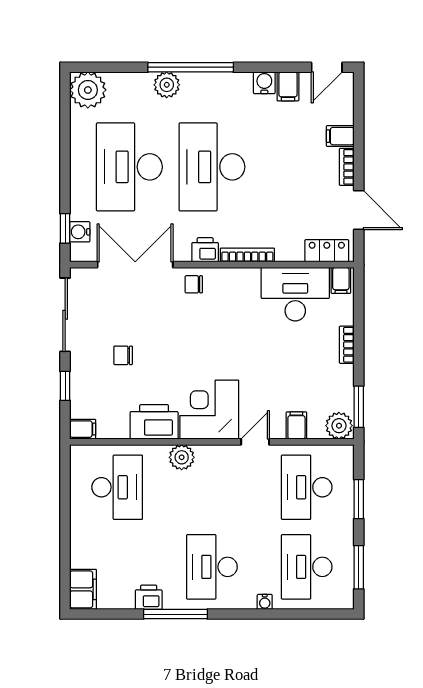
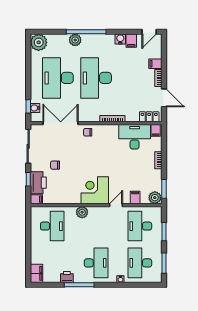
printer: (205, 250) -> (93, 116), removed
printer: (154, 422) -> (38, 183), moved, turned 90
desk: (212, 567) -> (96, 263), turned 180

